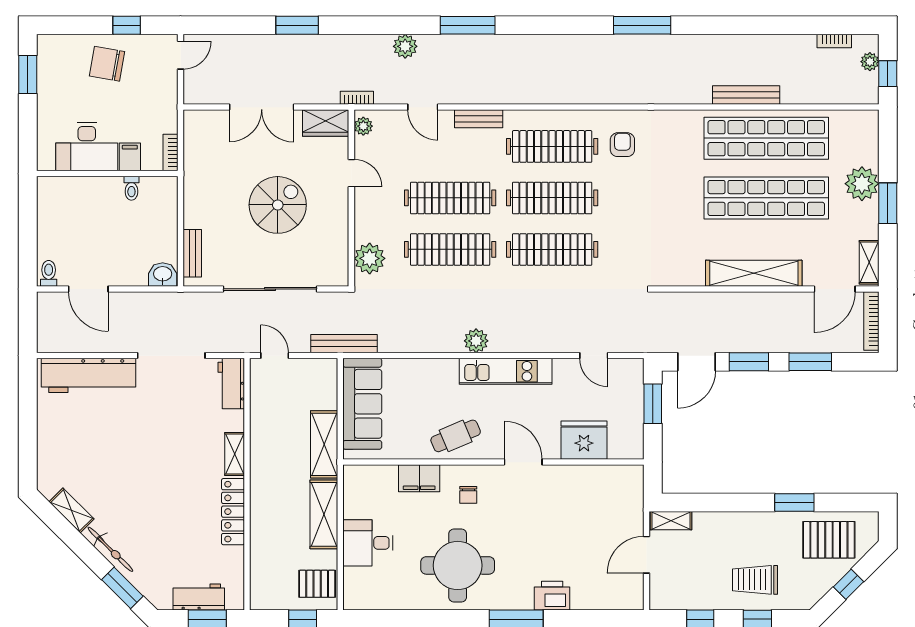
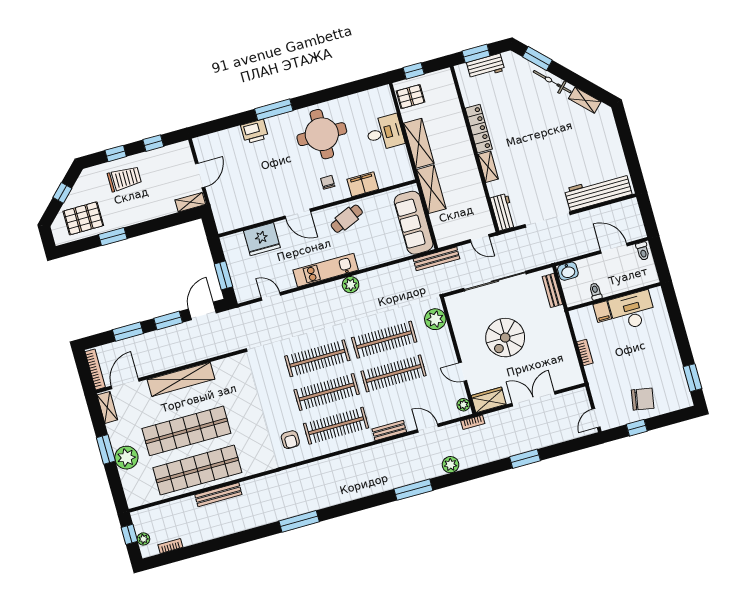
desk: (87, 147) -> (632, 311), moved
filing cabinet: (130, 157) -> (602, 312), moved
wall: (107, 174) -> (614, 297), moved
toilet: (131, 188) -> (595, 291), moved

